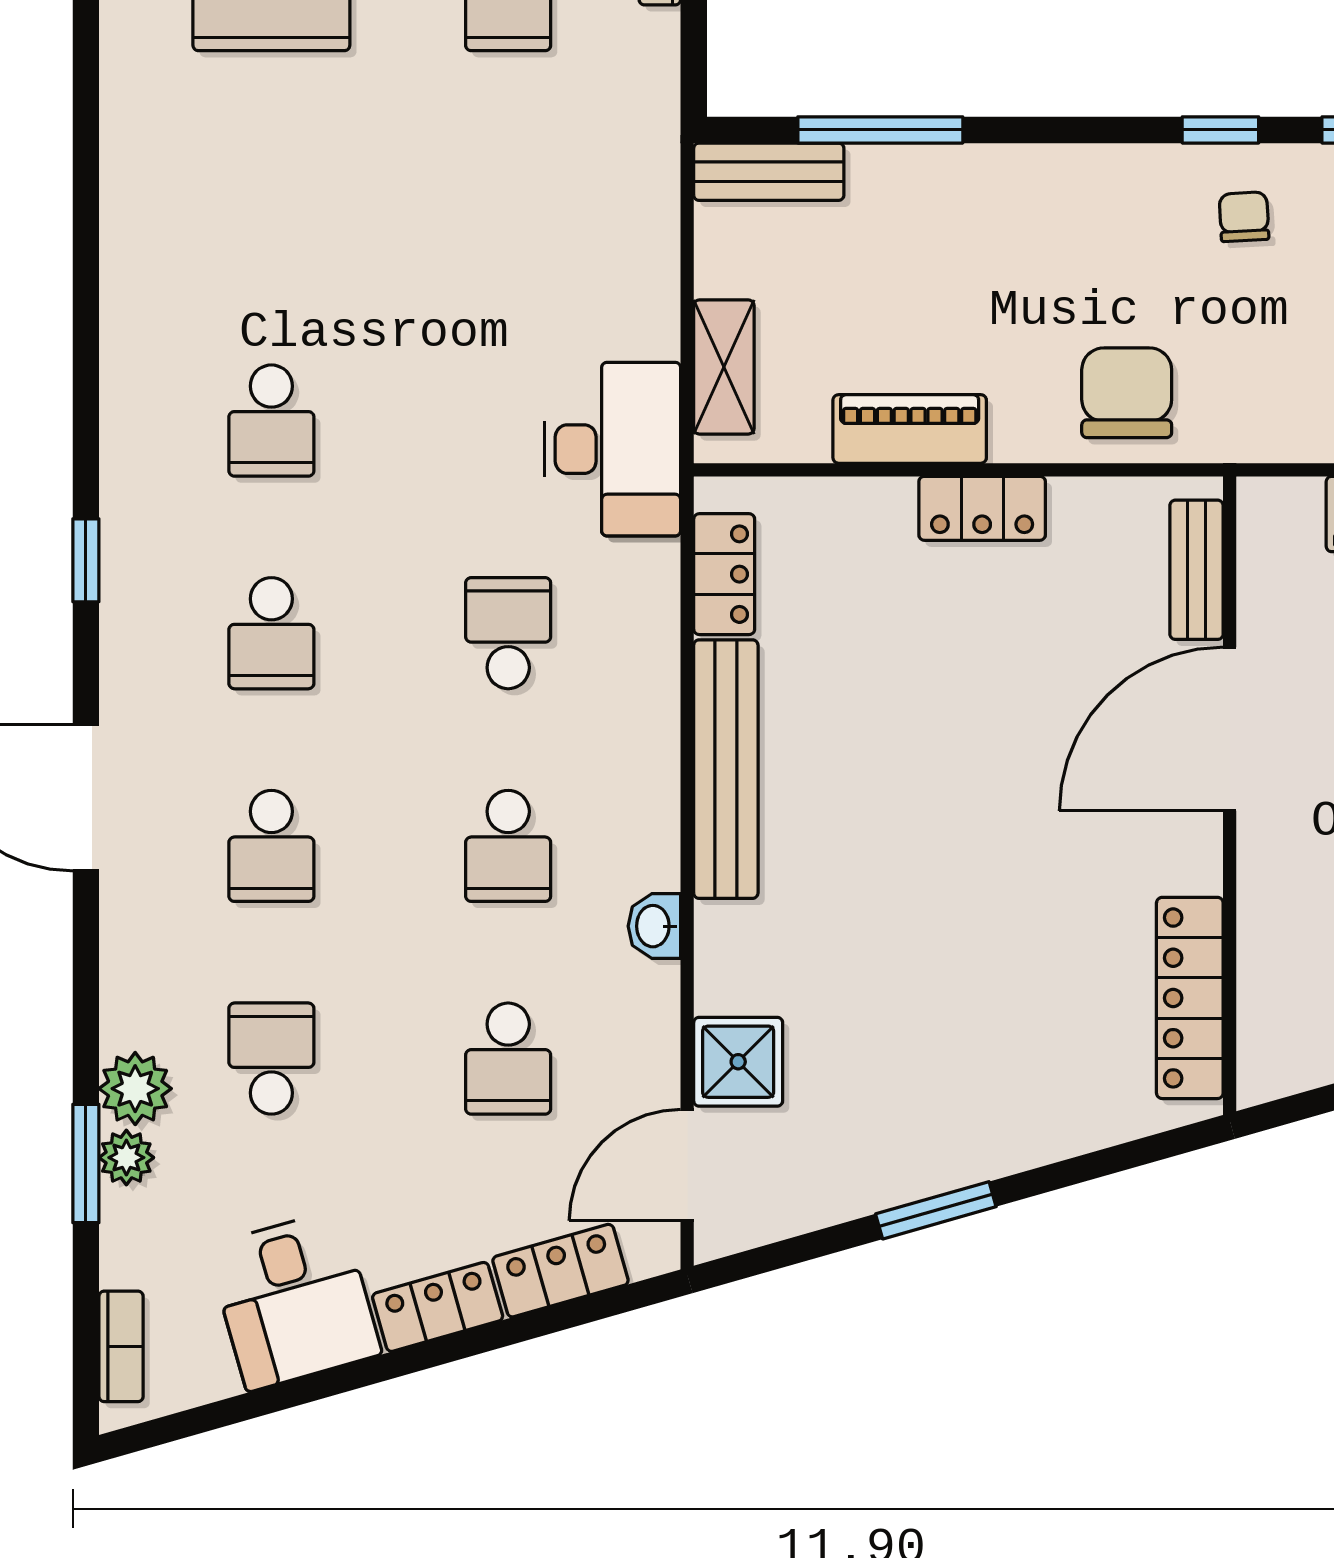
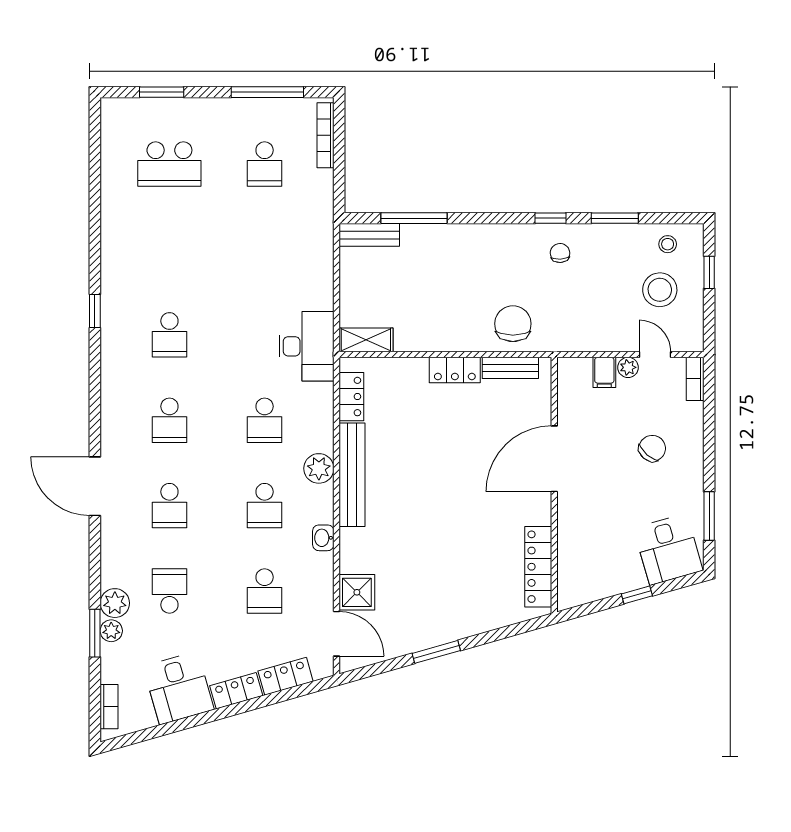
shelving: (724, 367) -> (366, 340), moved, turned 90
piano: (910, 429) -> (426, 338), removed
window: (86, 560) -> (95, 311), moved
bench: (1196, 570) -> (510, 368), moved, turned 90
school desk: (508, 633) -> (265, 420), turned 180
plant: (643, 753) -> (319, 468), added
door: (687, 1165) -> (336, 634), swing flipped

